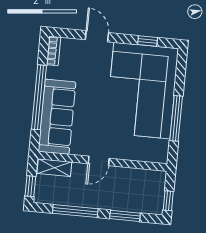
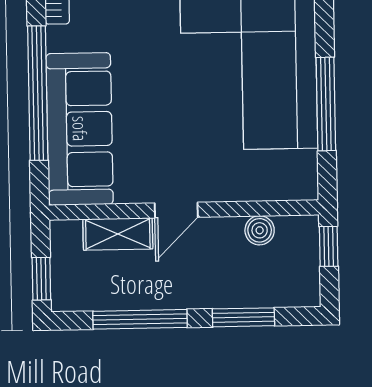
shelving: (54, 168) -> (118, 234), moved
boiler: (137, 175) -> (260, 230), added
window: (168, 201) -> (329, 246), moved

